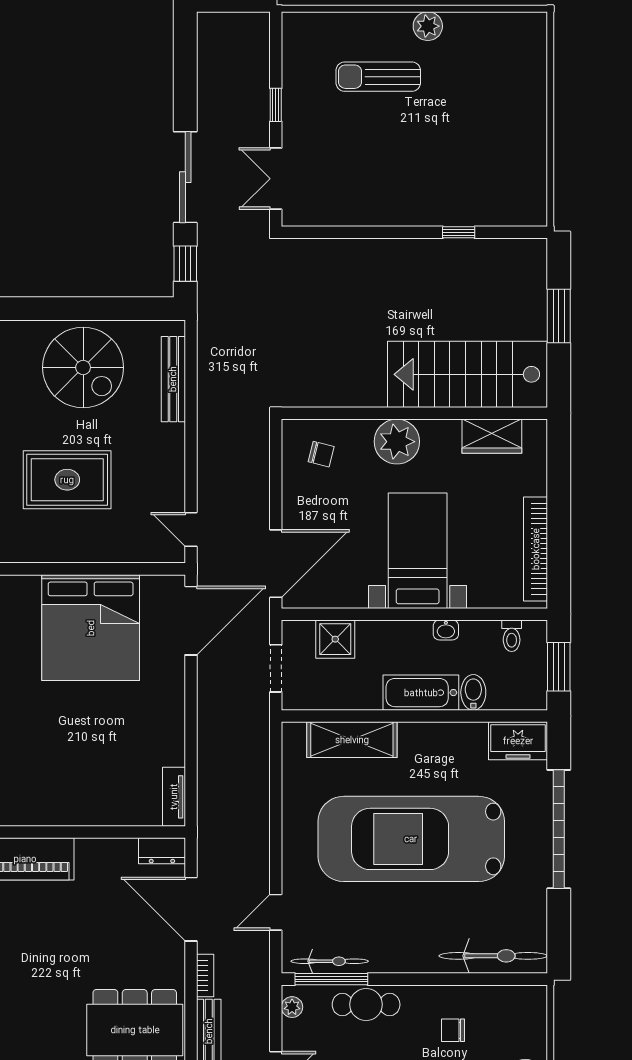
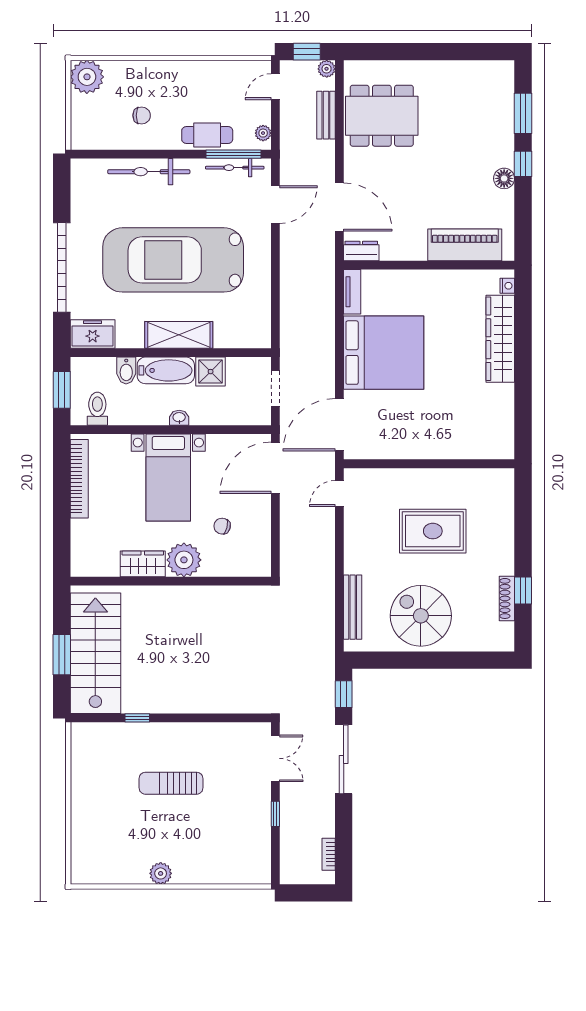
sun lounger: (378, 77) -> (171, 783), moved, turned 180
stairs: (468, 374) -> (95, 653), moved, turned -90
wardrobe: (492, 436) -> (143, 564), moved
chair: (321, 454) -> (222, 526), moved
door: (191, 529) -> (339, 494), swing flipped
bed: (91, 628) -> (384, 353), moved, turned 90
washbasin: (446, 630) -> (179, 418), moved
toilet: (512, 636) -> (97, 409), width x1.37, depth x1.39
shower: (335, 639) -> (211, 372), moved
shelving: (352, 740) -> (179, 335), moved
car: (411, 839) -> (173, 260), turned 180
door: (276, 912) -> (275, 205), width x1.38
bicycle: (493, 956) -> (149, 172), moved
bookcase: (205, 976) -> (329, 854), moved

